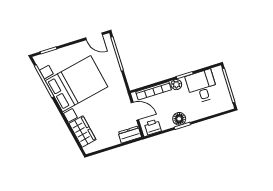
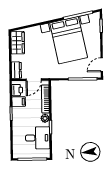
floor lamp: (179, 119) -> (17, 113), removed
filing cabinet: (166, 121) -> (19, 102), added
wardrobe: (82, 132) -> (18, 43), moved, turned -78

